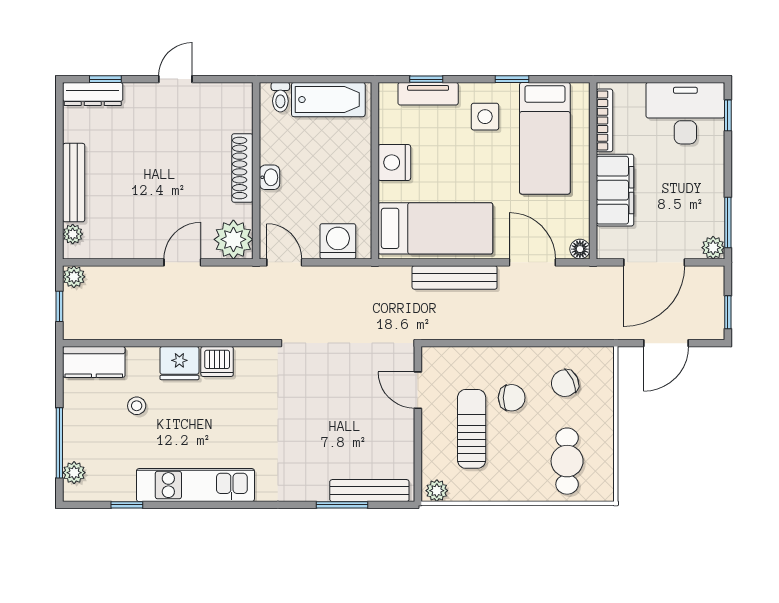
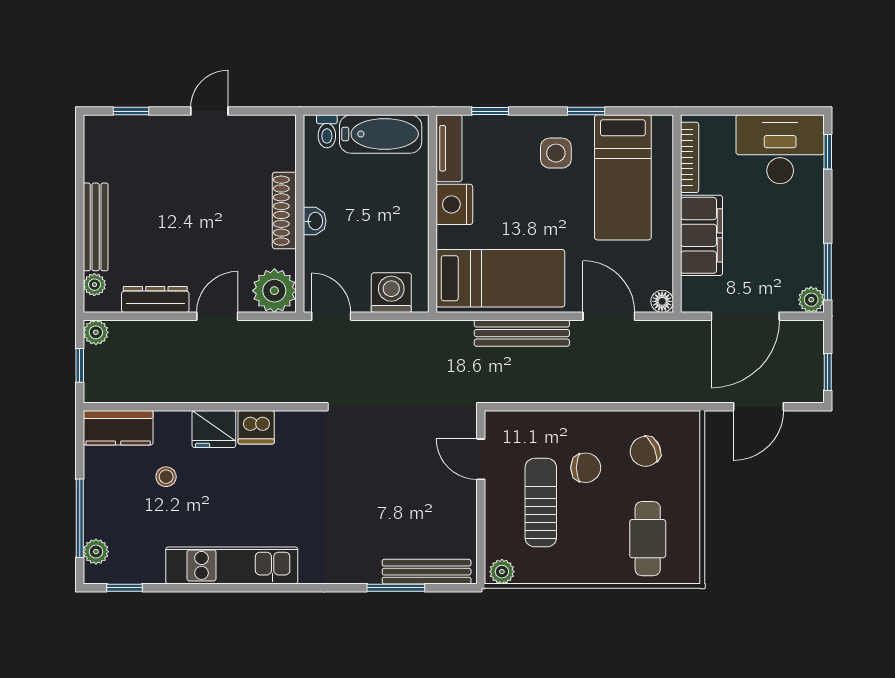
dresser: (93, 94) -> (155, 299), moved, turned 180
tv unit: (428, 94) -> (449, 148), moved, turned -90
window: (127, 505) -> (125, 588), moved

